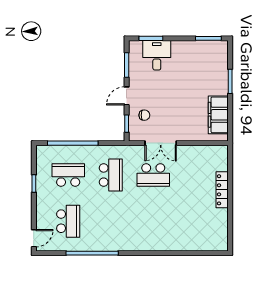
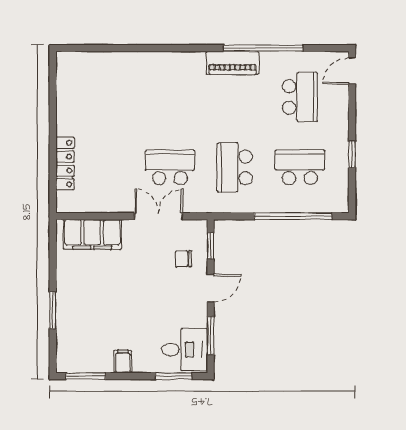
filing cabinet: (184, 48) -> (123, 361), added
desk: (157, 55) -> (185, 350), moved, turned -90
filing cabinet: (218, 115) -> (92, 234), moved, turned 90
school desk: (68, 175) -> (300, 167), turned 180
locker: (222, 190) -> (65, 164), moved
school desk: (68, 221) -> (300, 97), turned 180
piano: (112, 243) -> (232, 63), added

